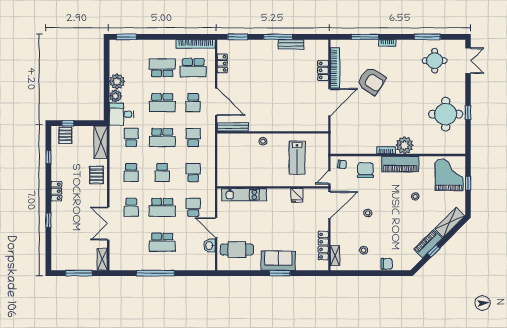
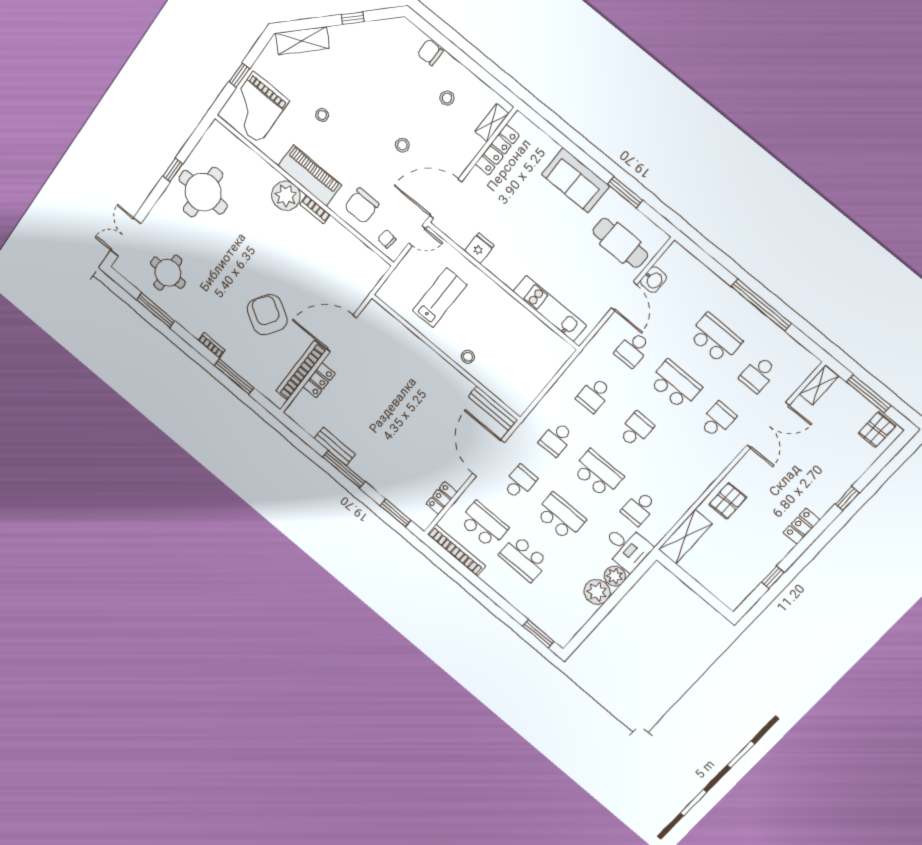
window: (68, 123) -> (708, 597), removed
pallet: (65, 135) -> (877, 429), moved
school desk: (131, 172) -> (758, 374), moved, turned 180
piano: (428, 244) -> (353, 35), removed
window: (280, 273) -> (625, 192), moved

